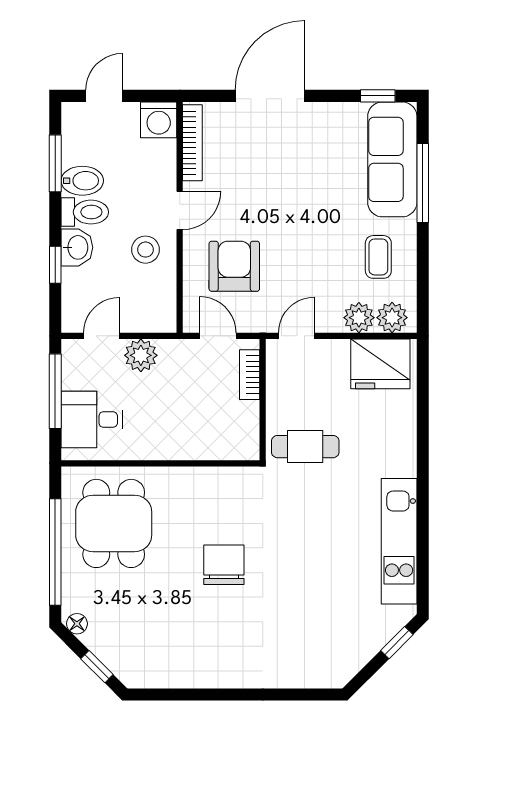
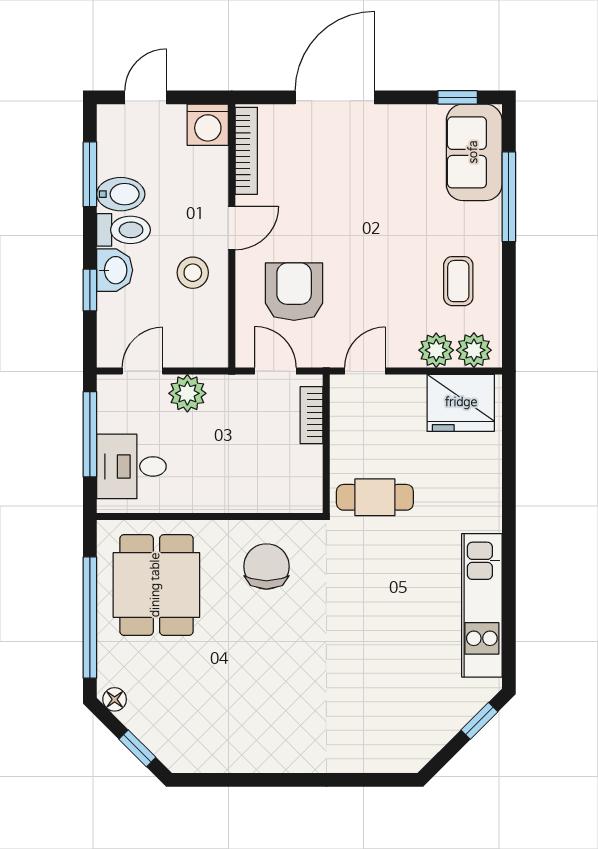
sofa: (392, 159) -> (474, 152), width x0.73
chair: (224, 565) -> (266, 566), moved

